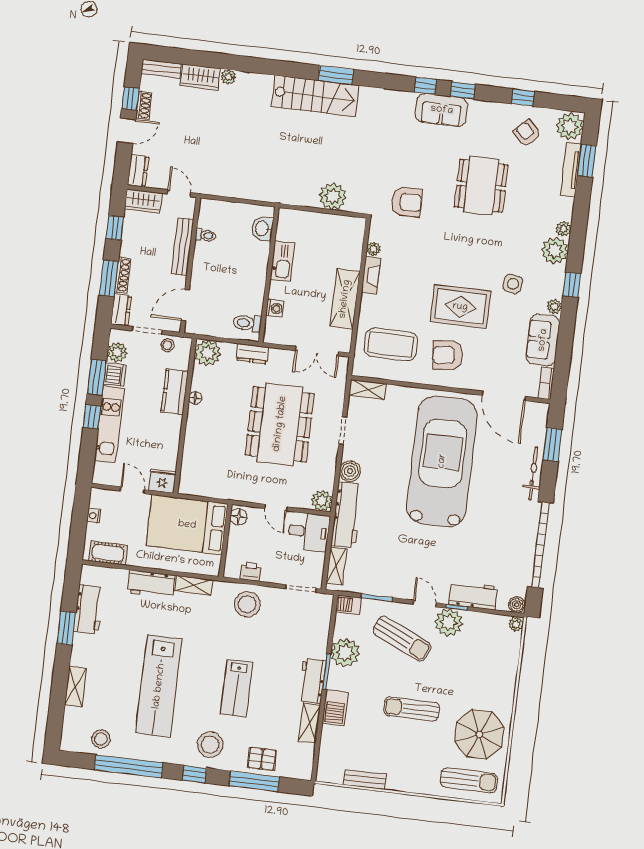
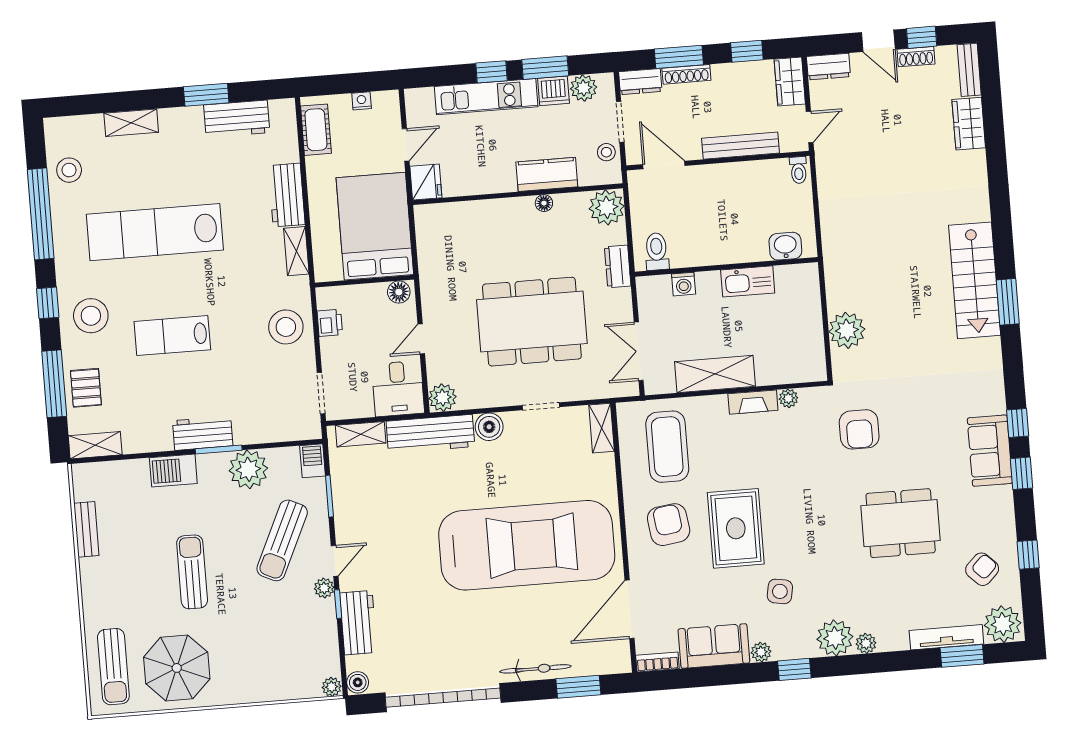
plant: (228, 77) -> (976, 161), removed
toilet: (206, 235) -> (798, 170), moved
plant: (449, 622) -> (324, 588), width x0.53, depth x0.53
shelving: (310, 723) -> (95, 445), moved

